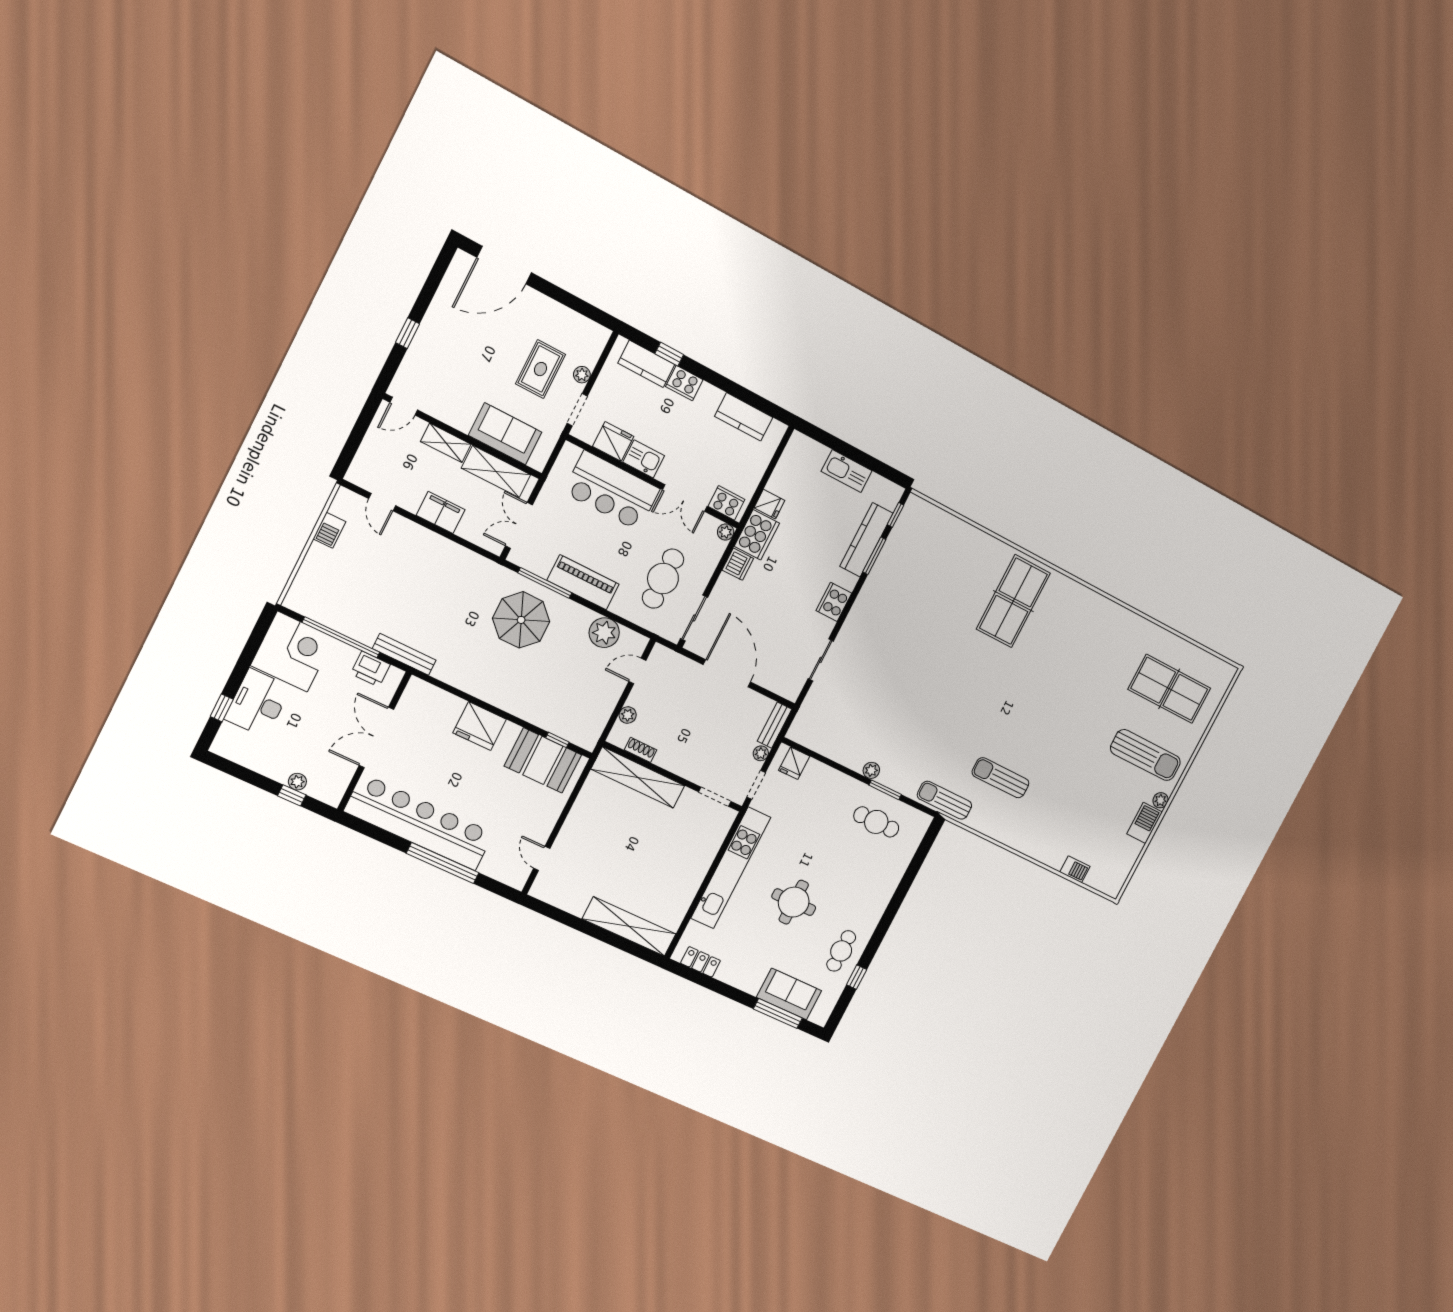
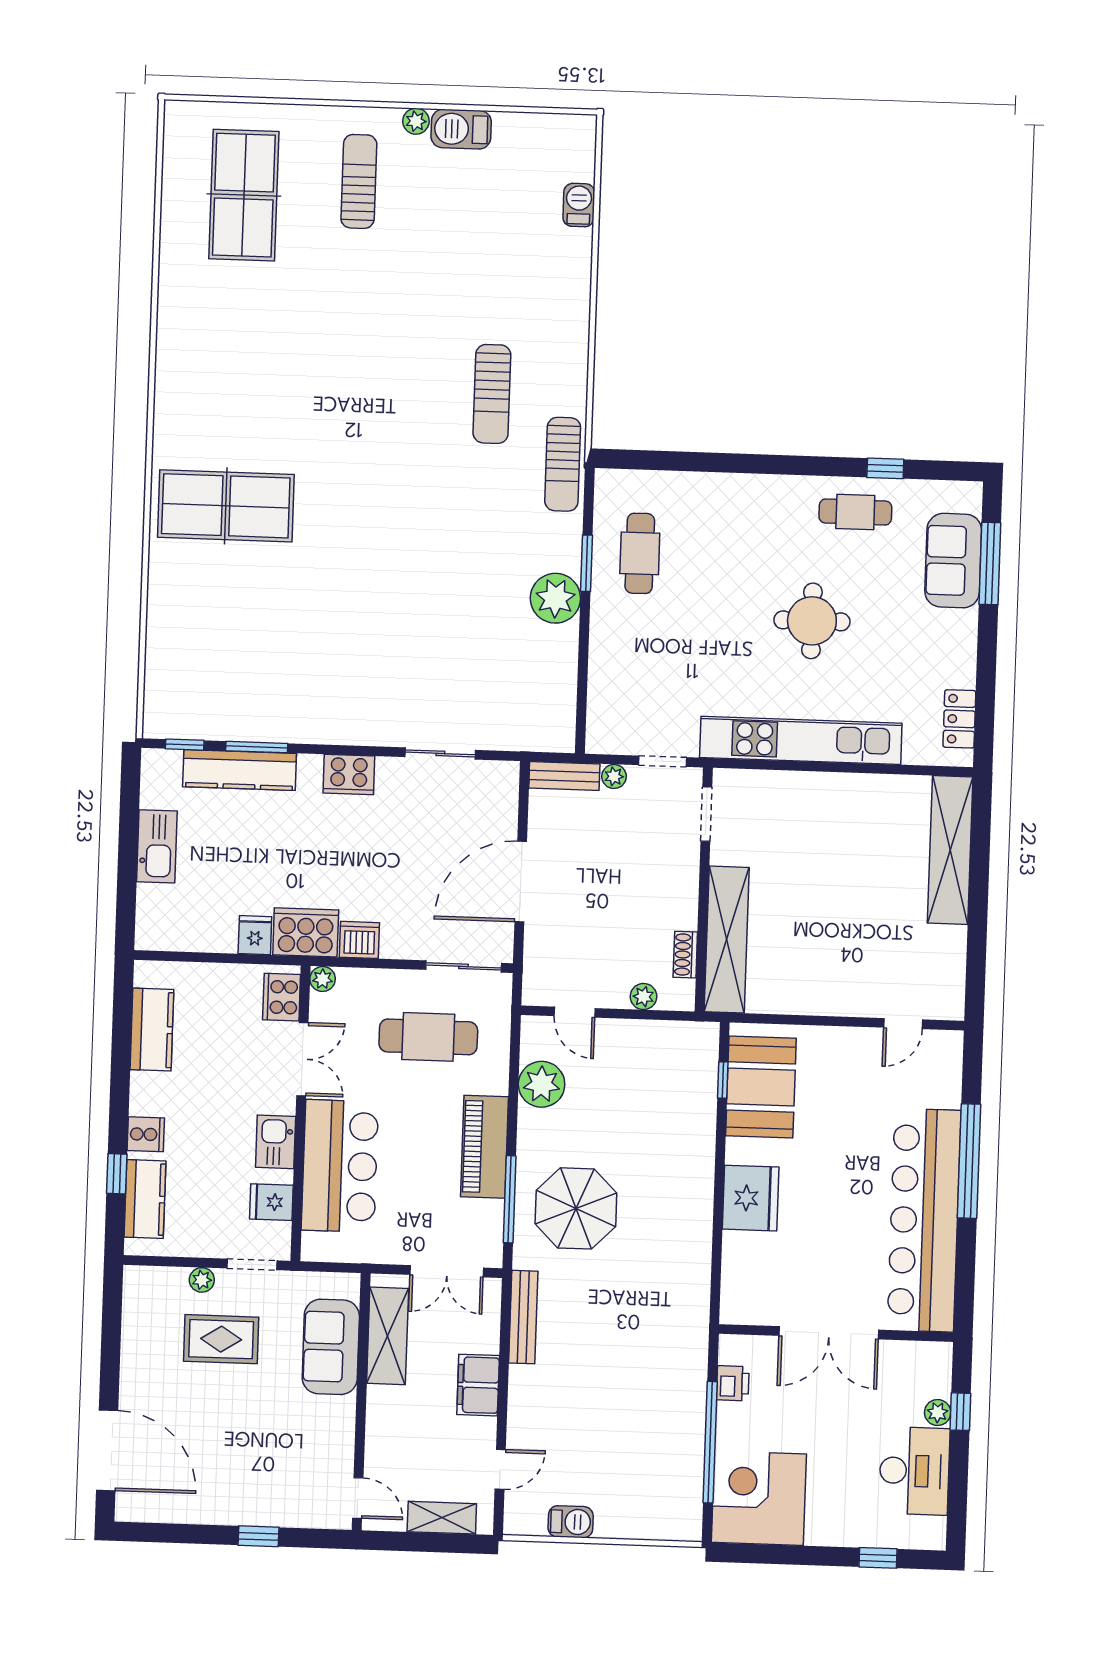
cooker: (684, 383) -> (146, 1134), width x0.73
fridge: (613, 441) -> (271, 1202), width x0.72
shelving: (446, 443) -> (442, 1518), moved, turned 90
bench: (404, 654) -> (523, 1317), moved
printer: (370, 669) -> (733, 1383), width x0.73, depth x0.81
desk: (258, 703) -> (914, 1471), moved, turned -90
sun lounger: (1145, 755) -> (359, 181), width x0.73, depth x0.75
fridge: (794, 763) -> (607, 720), removed
plant: (871, 770) -> (555, 598), width x1.87, depth x1.87

